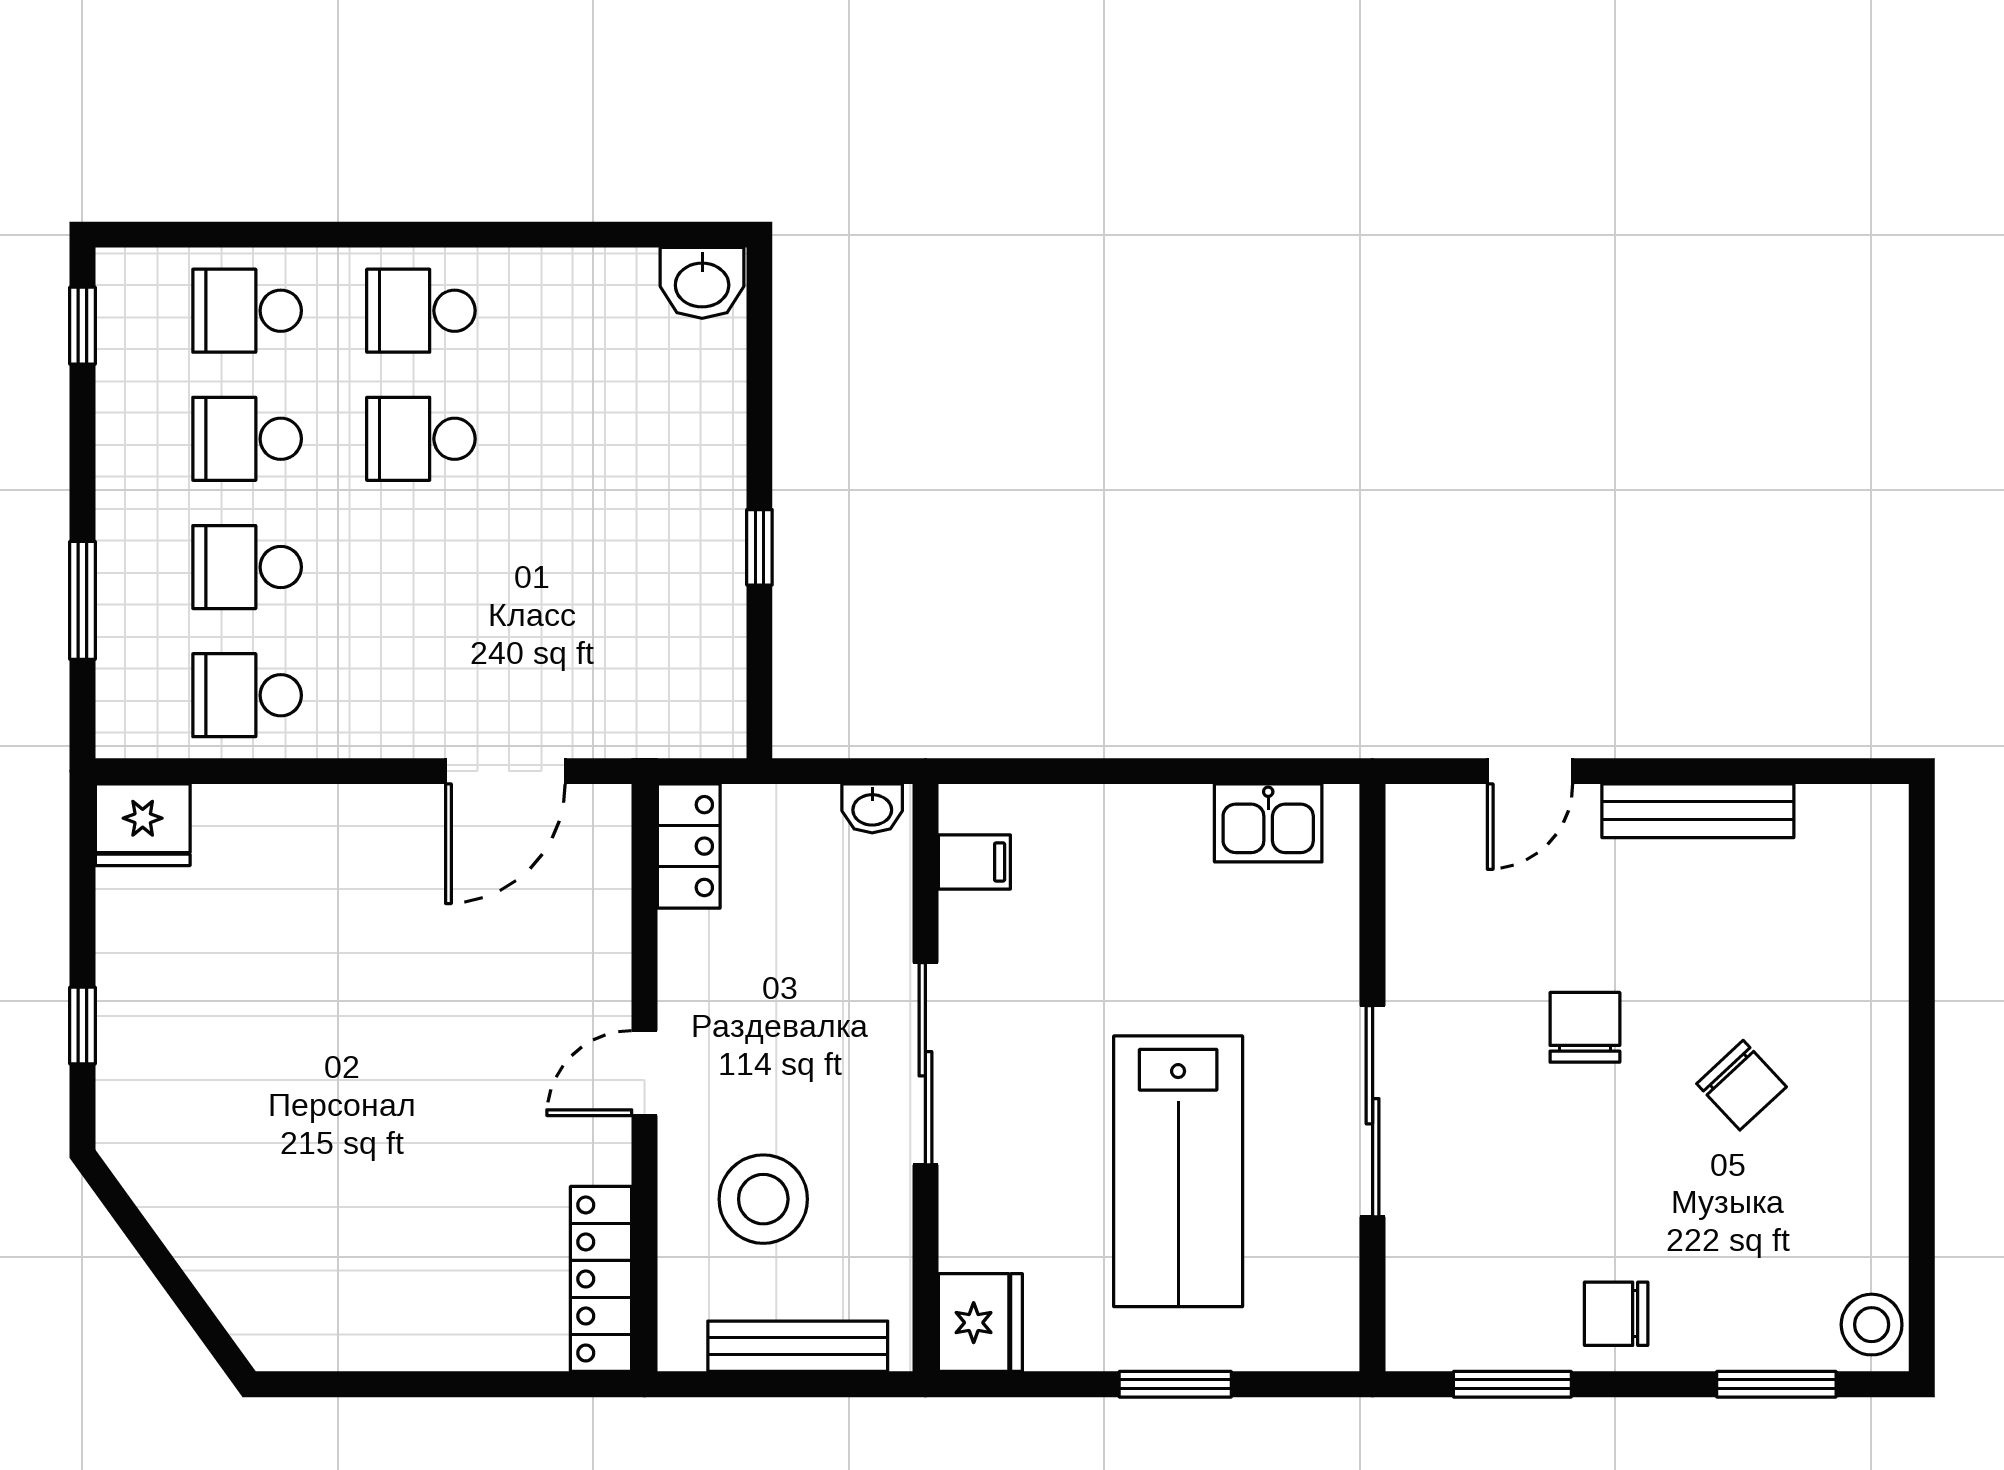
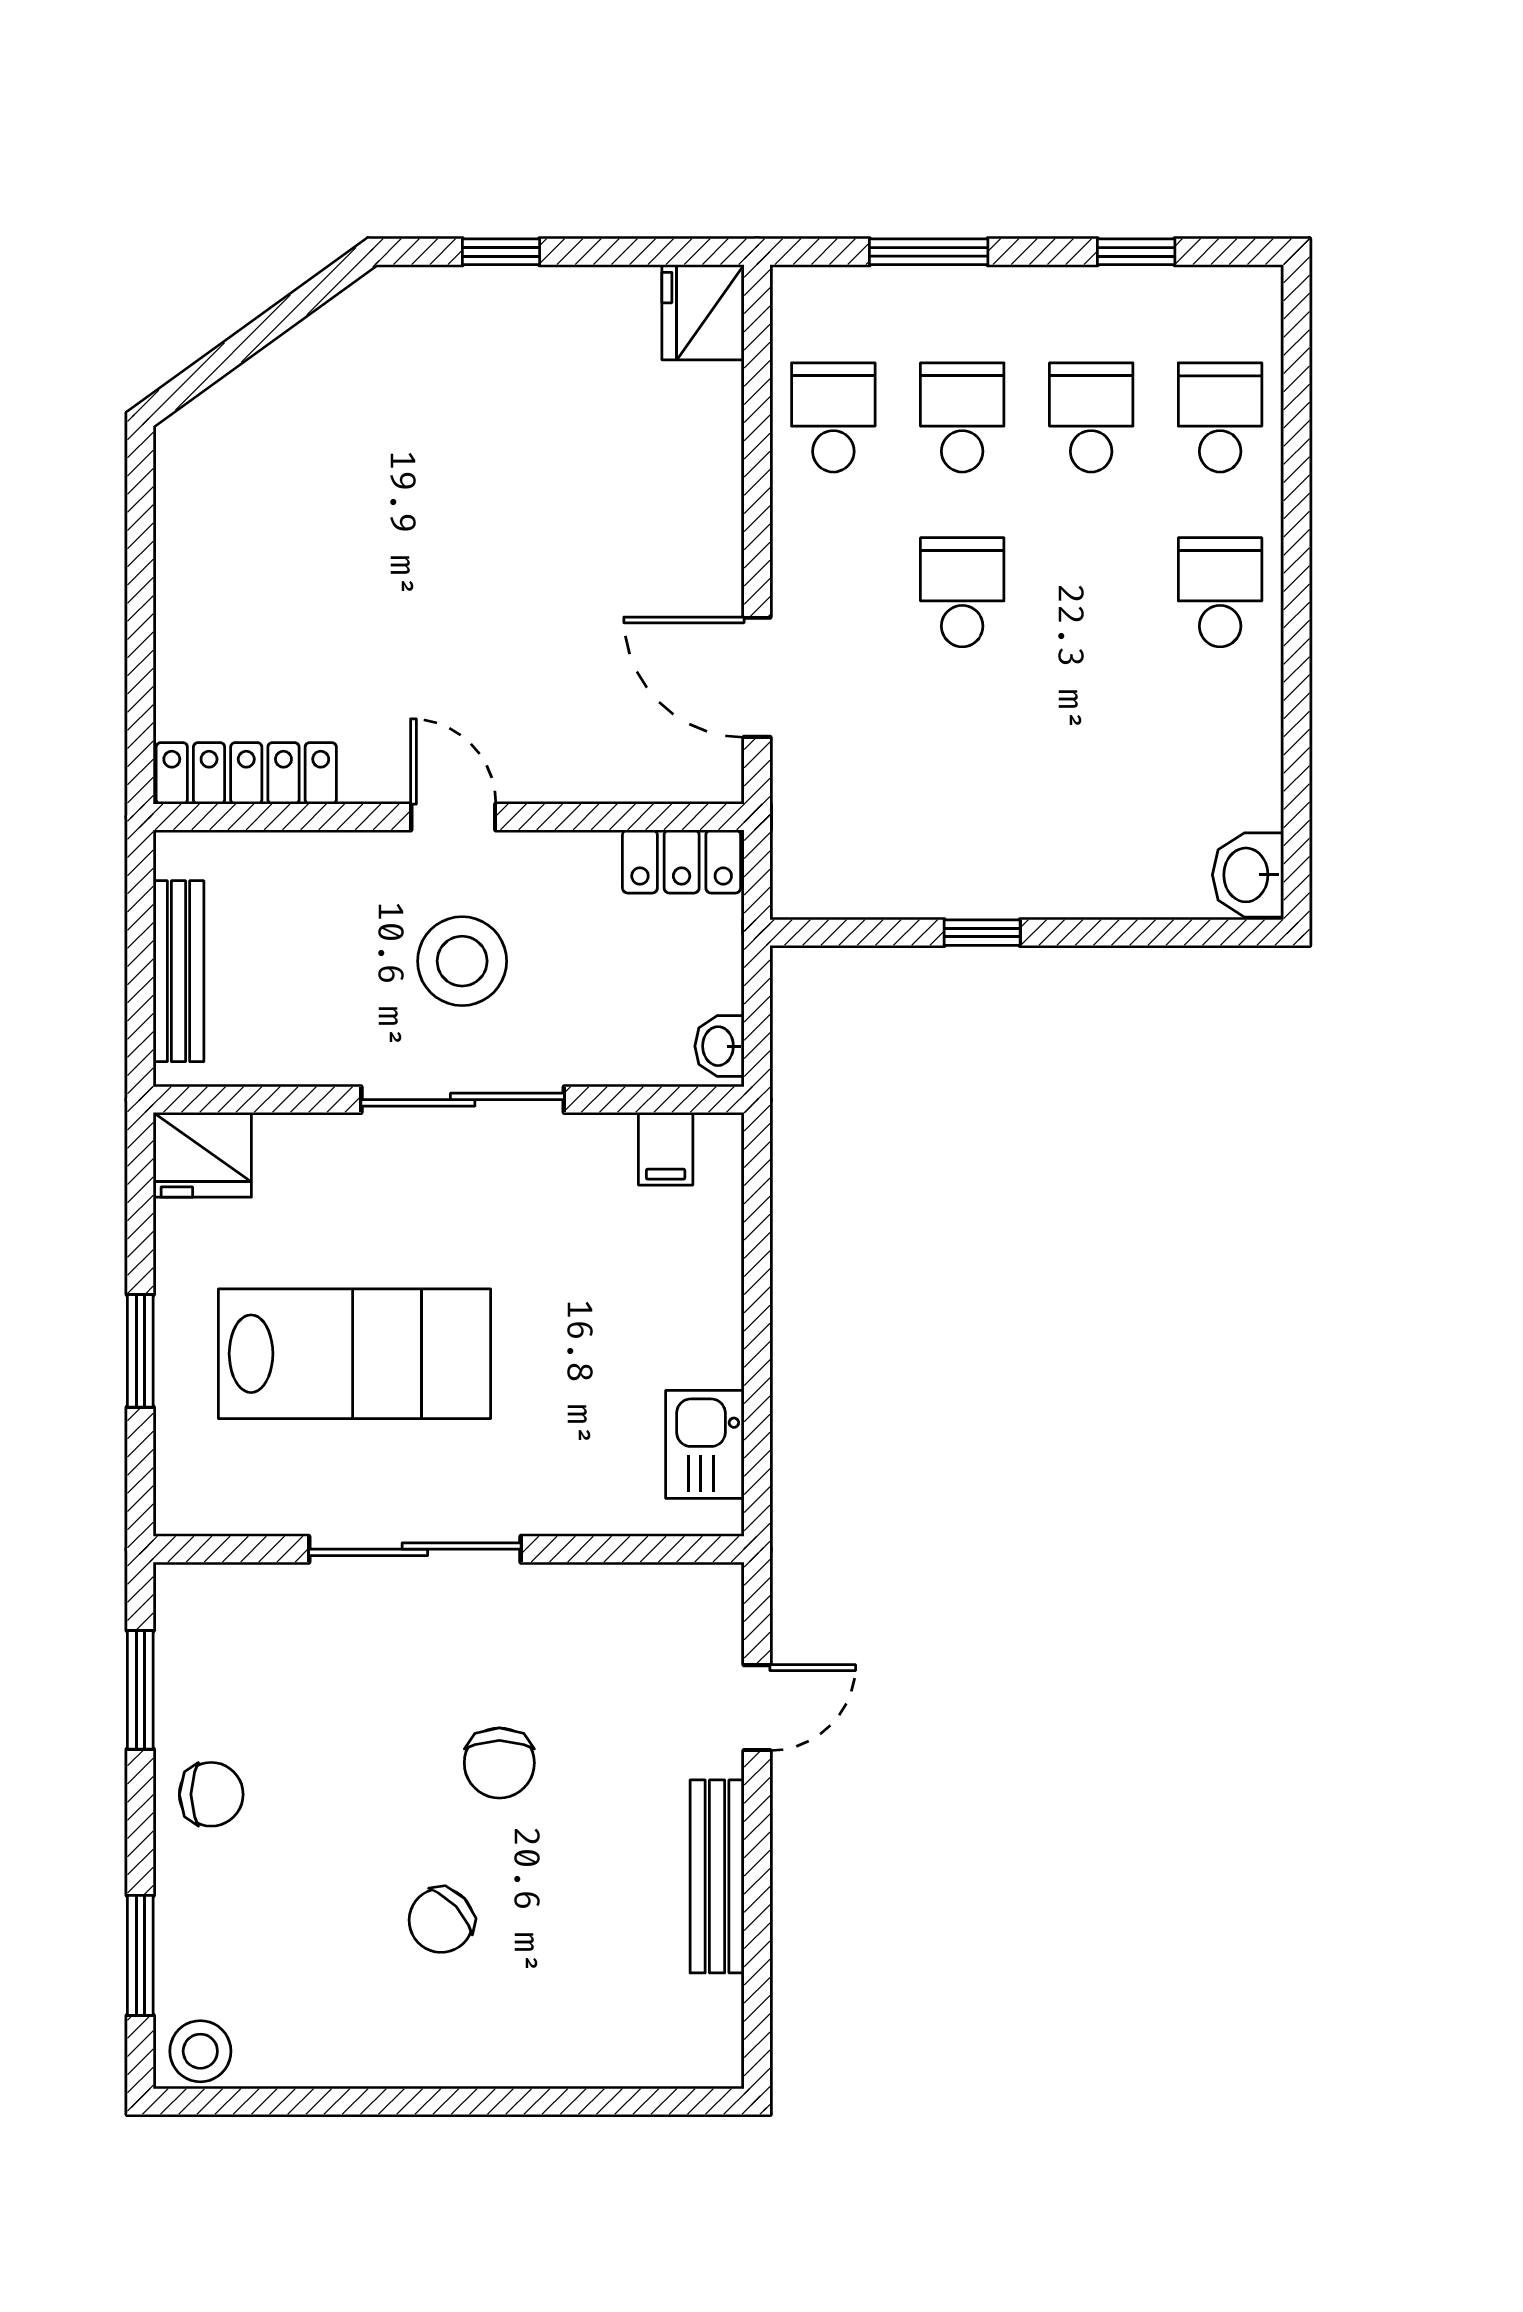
window: (82, 326) -> (1136, 252), moved
school desk: (421, 439) -> (962, 592), moved
door: (1530, 771) -> (757, 1708), swing flipped
chair: (1585, 1027) -> (499, 1763), turned 90
lab bench: (1178, 1171) -> (355, 1354), turned 180
stool: (763, 1199) -> (462, 961), moved
chair: (1616, 1314) -> (211, 1794), turned 90

